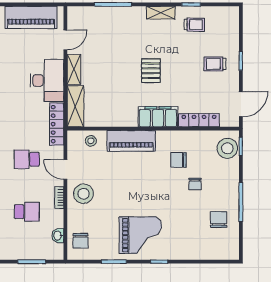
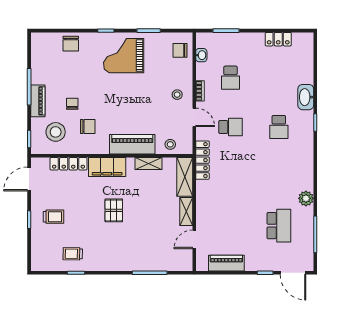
shelving: (161, 13) -> (148, 163), moved
piano: (31, 17) -> (226, 263), width x0.73, depth x0.75
desk: (47, 80) -> (212, 201), removed
stool: (227, 148) -> (56, 132), moved
piano: (231, 187) -> (38, 101), added
stool: (84, 194) -> (177, 95), width x0.53, depth x0.53
school desk: (27, 212) -> (231, 78), turned -90
chair: (219, 220) -> (71, 44), moved
chair: (81, 241) -> (180, 50), turned -90

